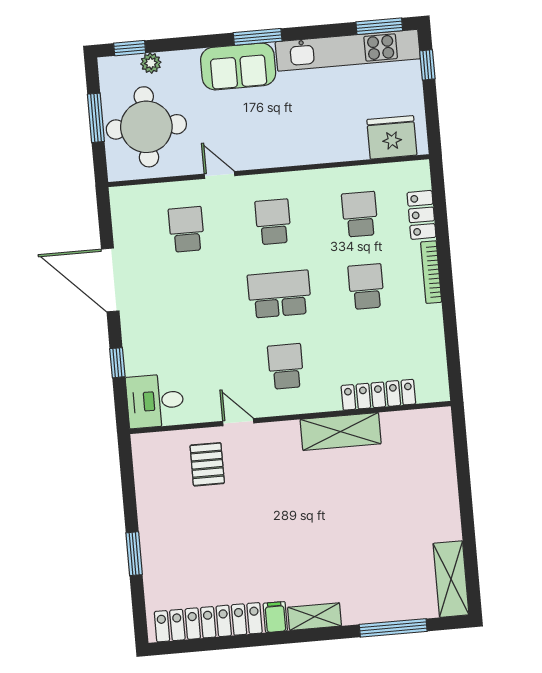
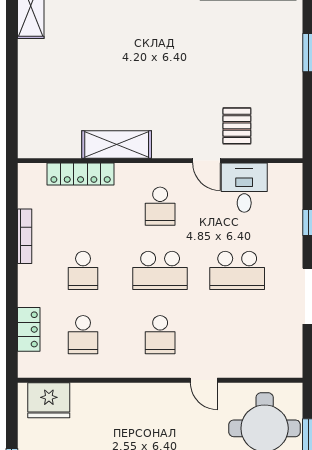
school desk: (186, 229) -> (237, 270), moved, width x1.85
bookcase: (431, 272) -> (25, 236), moved
desk: (155, 401) -> (244, 188), moved, turned -90

